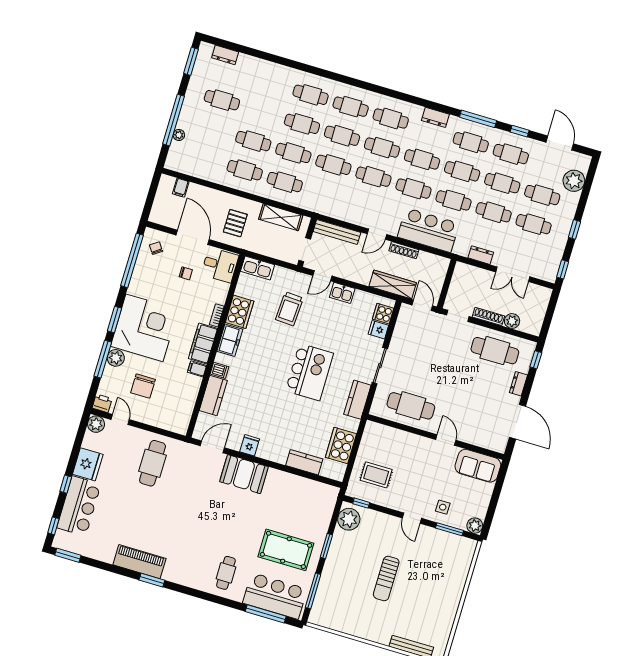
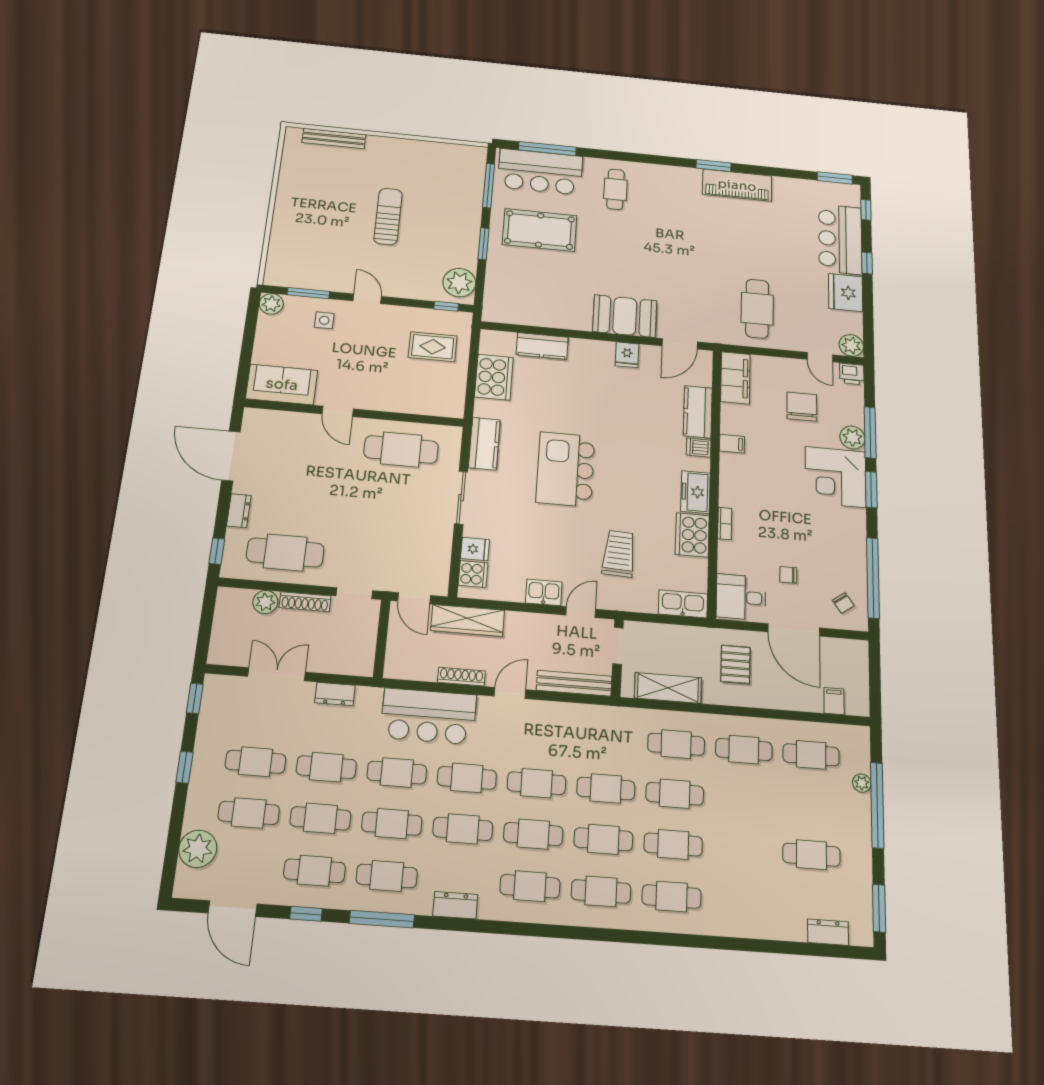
cafe table: (253, 141) -> (811, 755), moved
corner desk: (144, 328) -> (836, 477), width x0.74, depth x0.74
filing cabinet: (203, 344) -> (735, 378), moved

